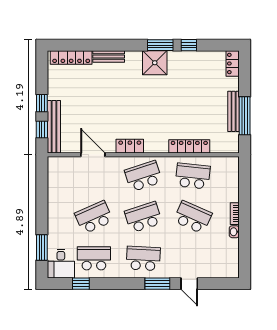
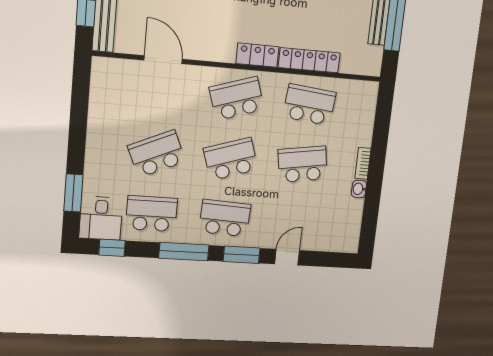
locker: (130, 146) -> (257, 55), moved
school desk: (193, 217) -> (303, 164), turned -33
window: (81, 284) -> (112, 248), moved
window: (118, 284) -> (184, 252), added
door: (189, 284) -> (287, 257), swing flipped

